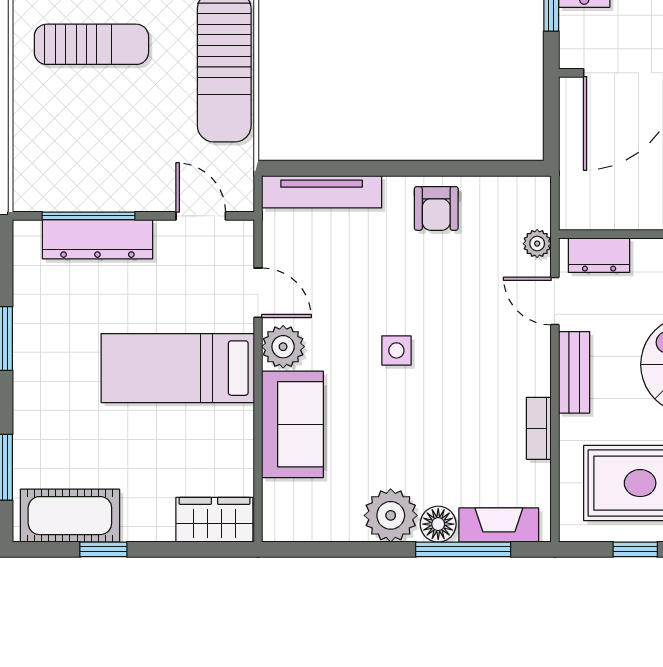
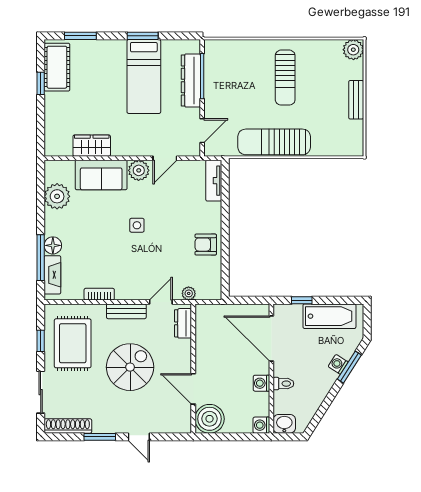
tv unit: (322, 192) -> (214, 181), width x0.71
bed: (178, 368) -> (144, 76), moved, turned 180
plant: (391, 515) -> (57, 196), moved
wardrobe: (214, 520) -> (92, 146), moved, turned -90

